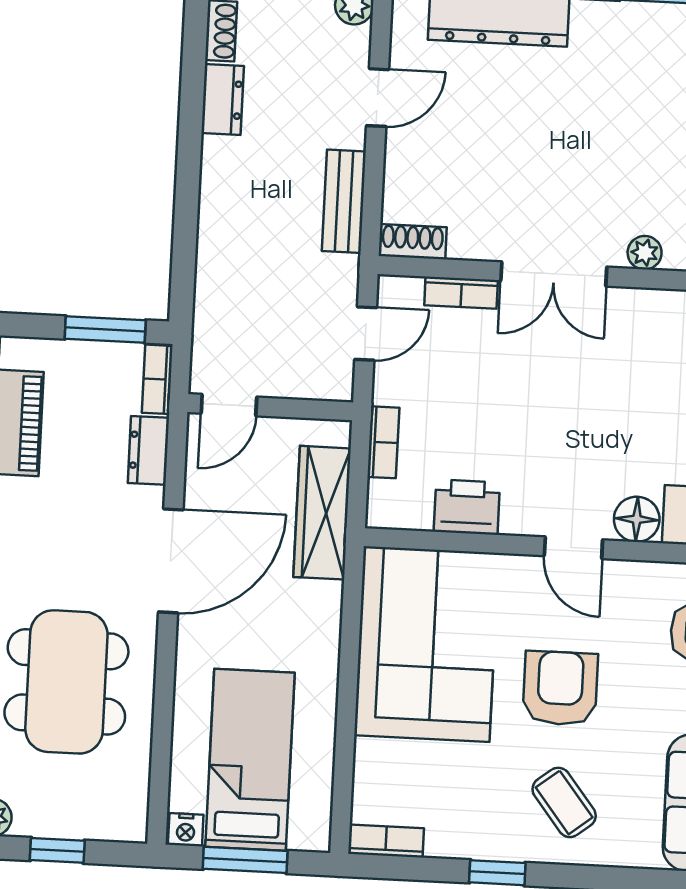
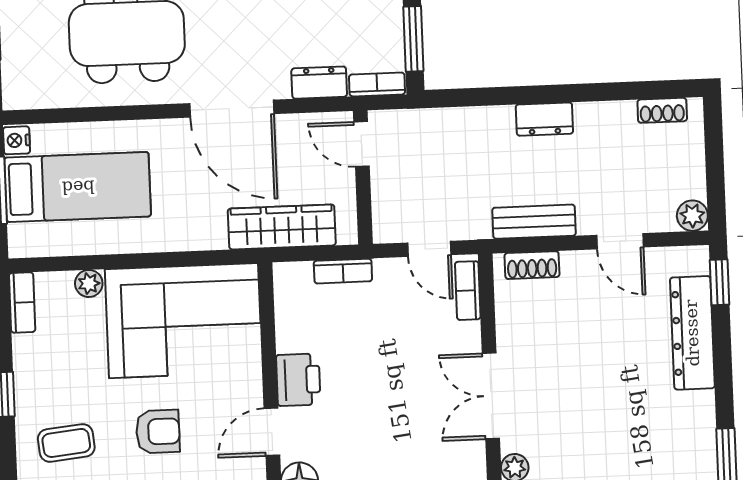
dresser: (223, 99) -> (544, 119), moved
shoe rack: (413, 242) -> (532, 265), moved, turned 90
bookcase: (461, 293) -> (468, 291), moved
printer: (467, 507) -> (298, 380), moved
armchair: (560, 688) -> (158, 432), width x0.72, depth x0.72
plant: (370, 757) -> (89, 283), added
coffee table: (564, 802) -> (66, 443), turned 32

